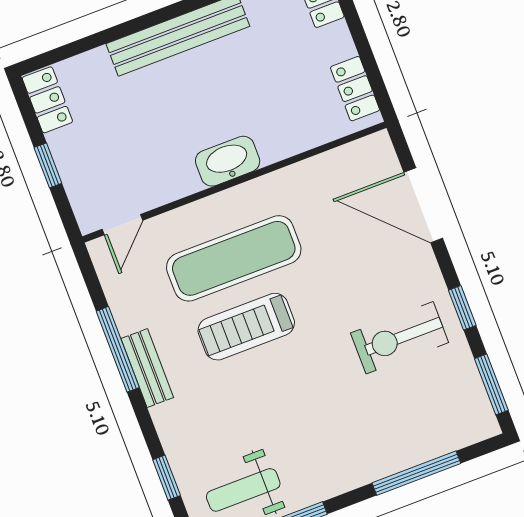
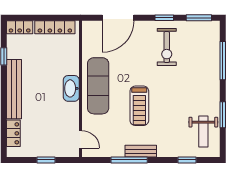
locker: (355, 89) -> (55, 27), width x1.53
locker: (47, 100) -> (13, 133), moved, turned 90
exercise mat: (234, 258) -> (98, 86), moved

